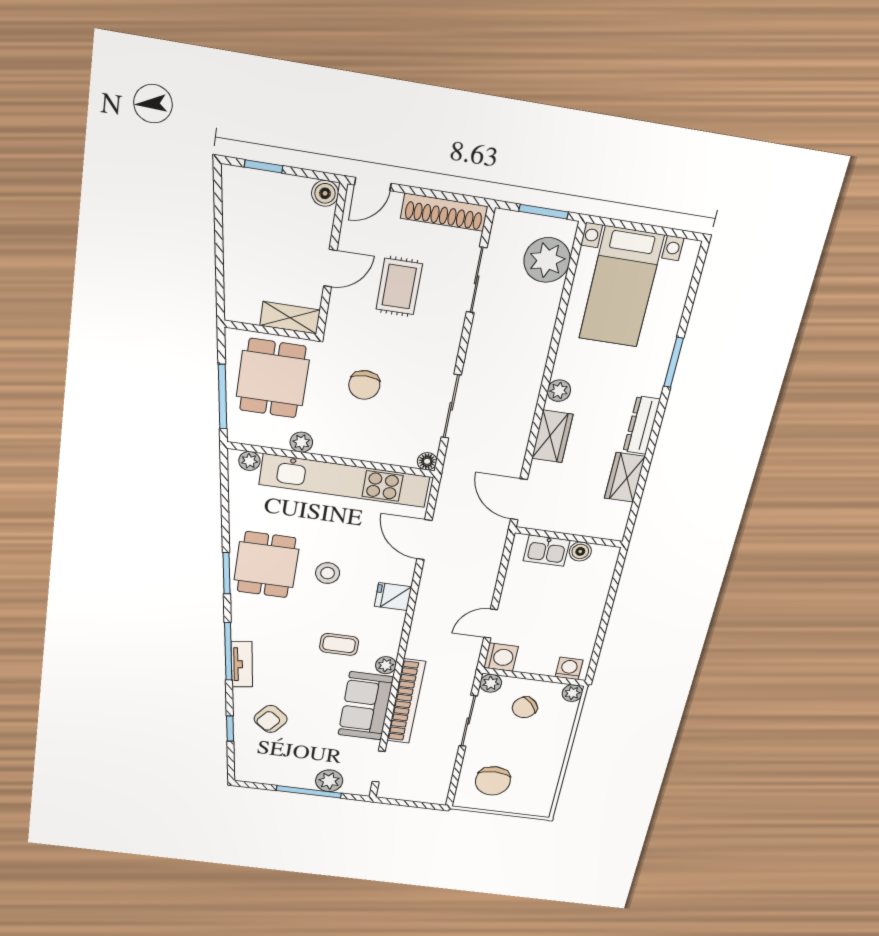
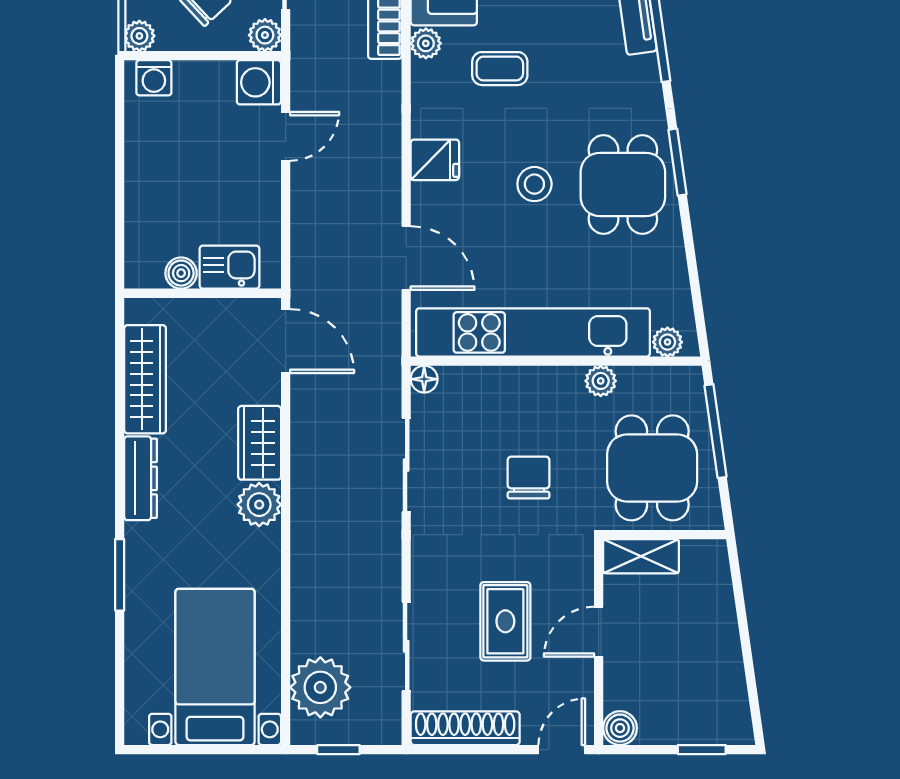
window: (544, 212) -> (338, 750), width x0.67
plant: (559, 391) -> (259, 505), width x1.38, depth x1.38
wardrobe: (625, 477) -> (145, 379), width x1.50

